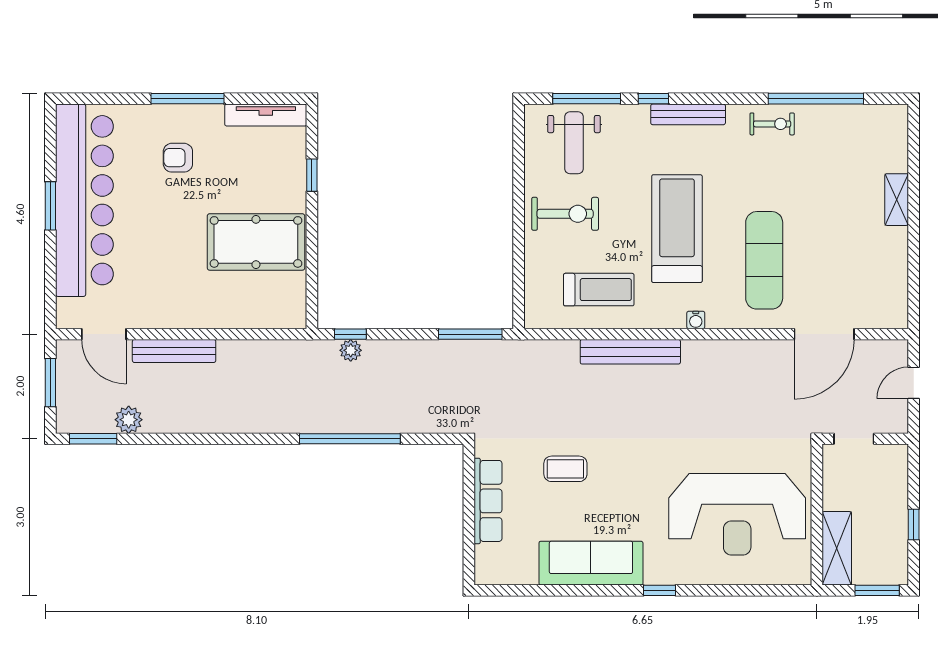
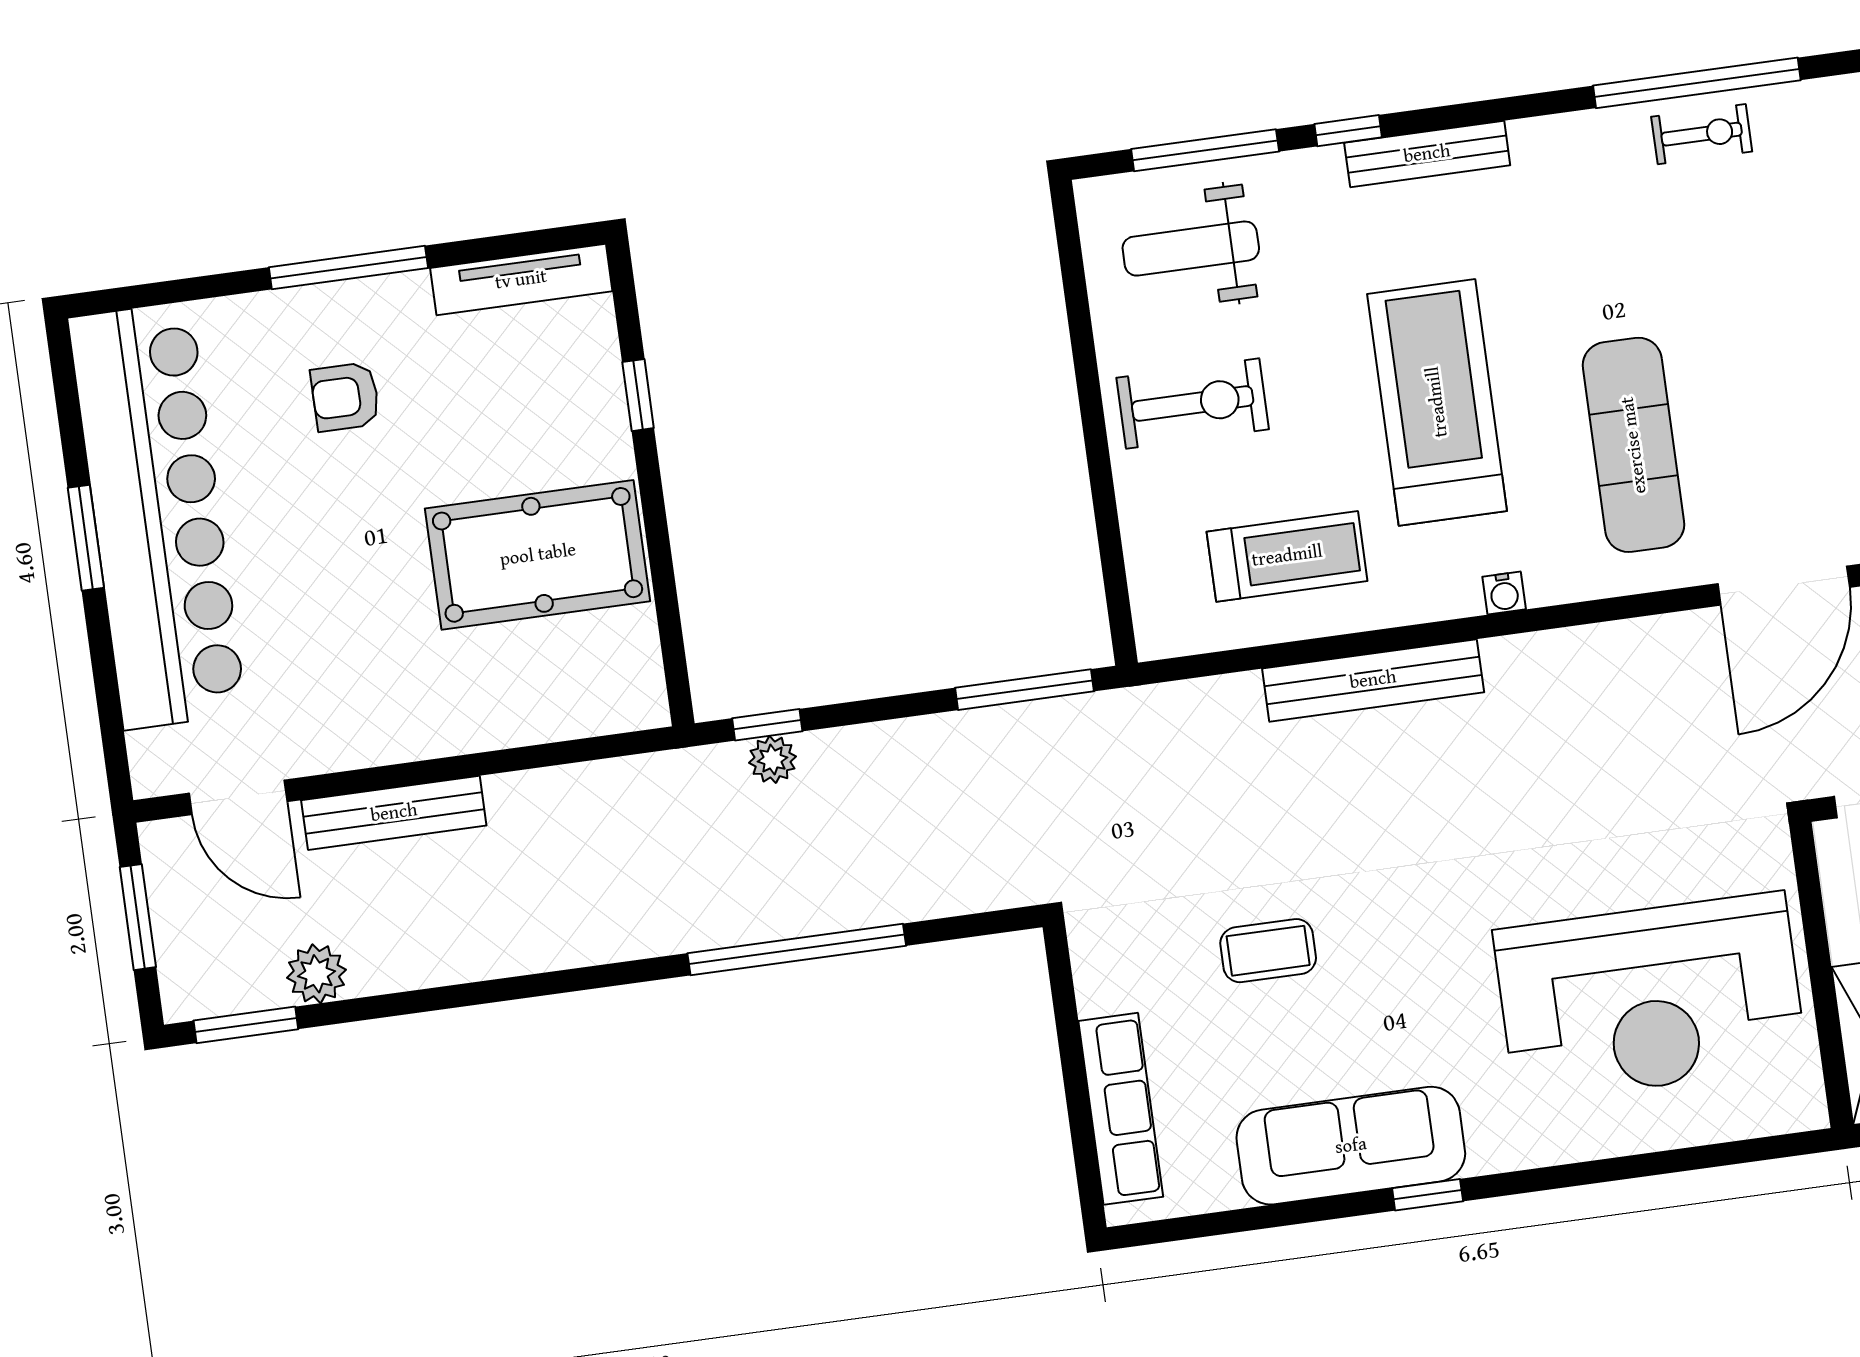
exercise bike: (772, 124) -> (1702, 134), moved
weight bench: (574, 143) -> (1191, 249), turned 90
row of seats: (488, 501) -> (1121, 1109), moved
window: (660, 590) -> (1428, 1195), moved

